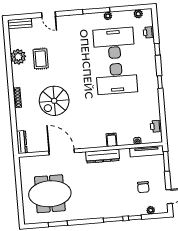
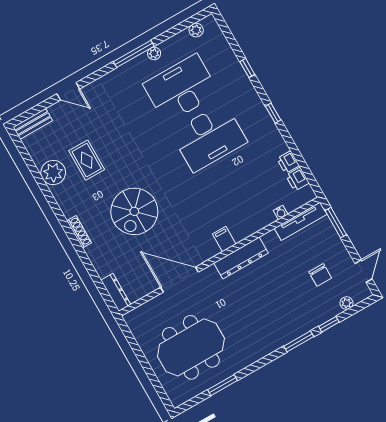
printer: (149, 32) -> (288, 162), moved
filing cabinet: (112, 140) -> (224, 239), moved

